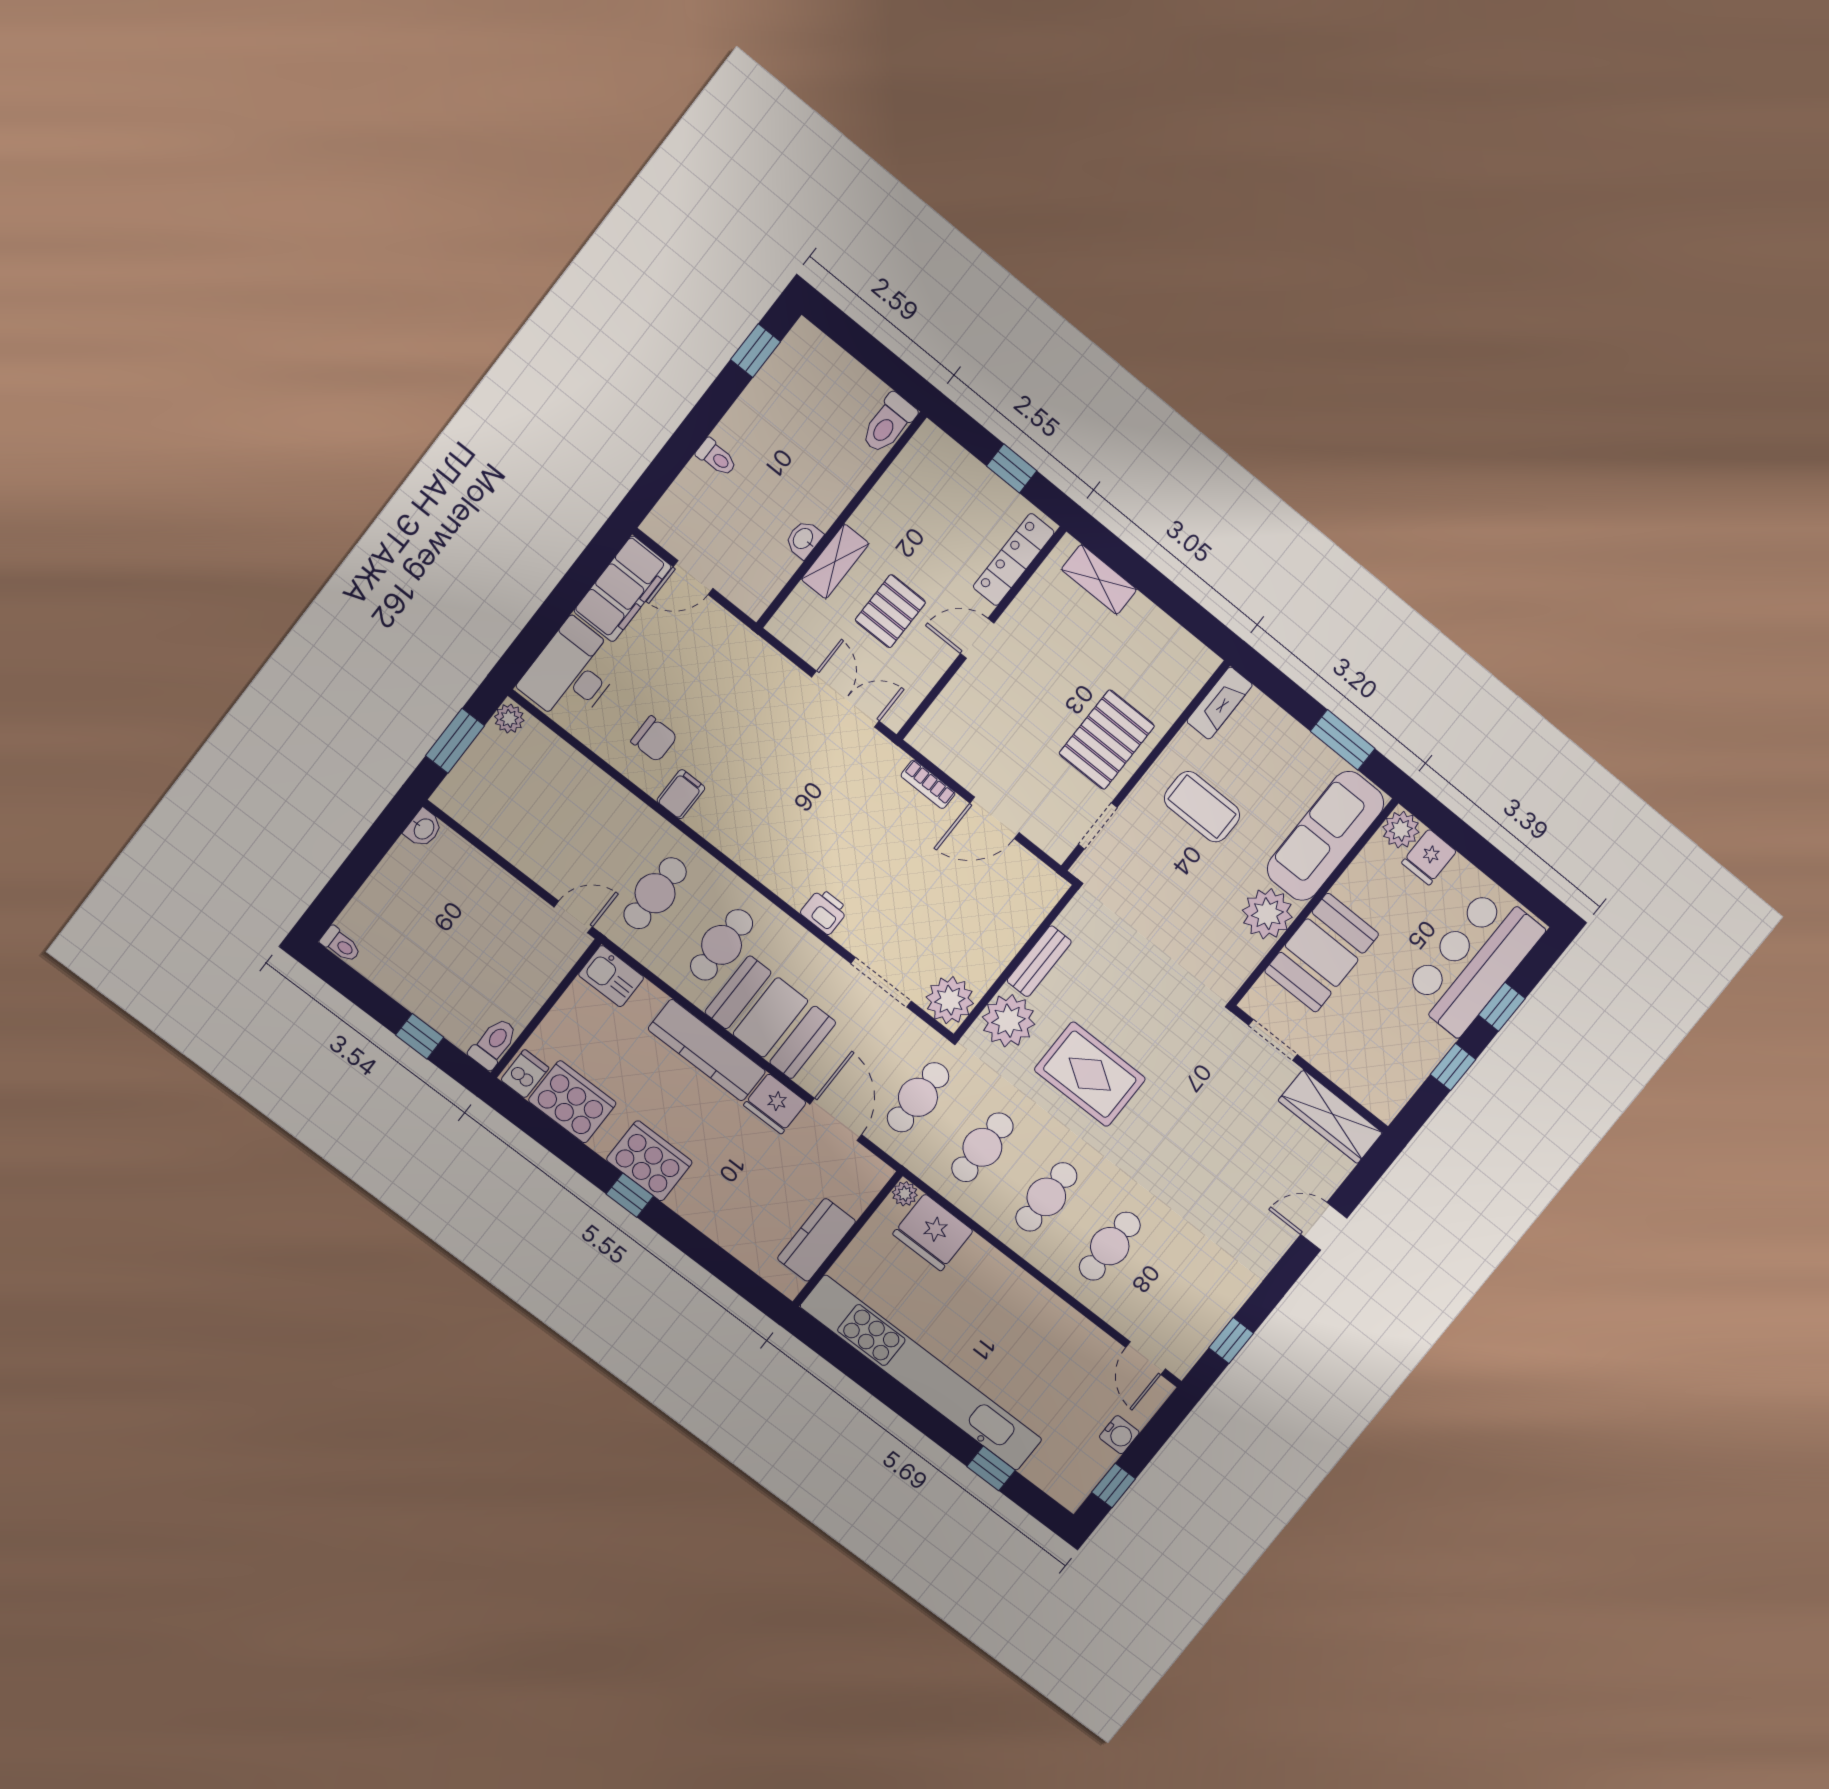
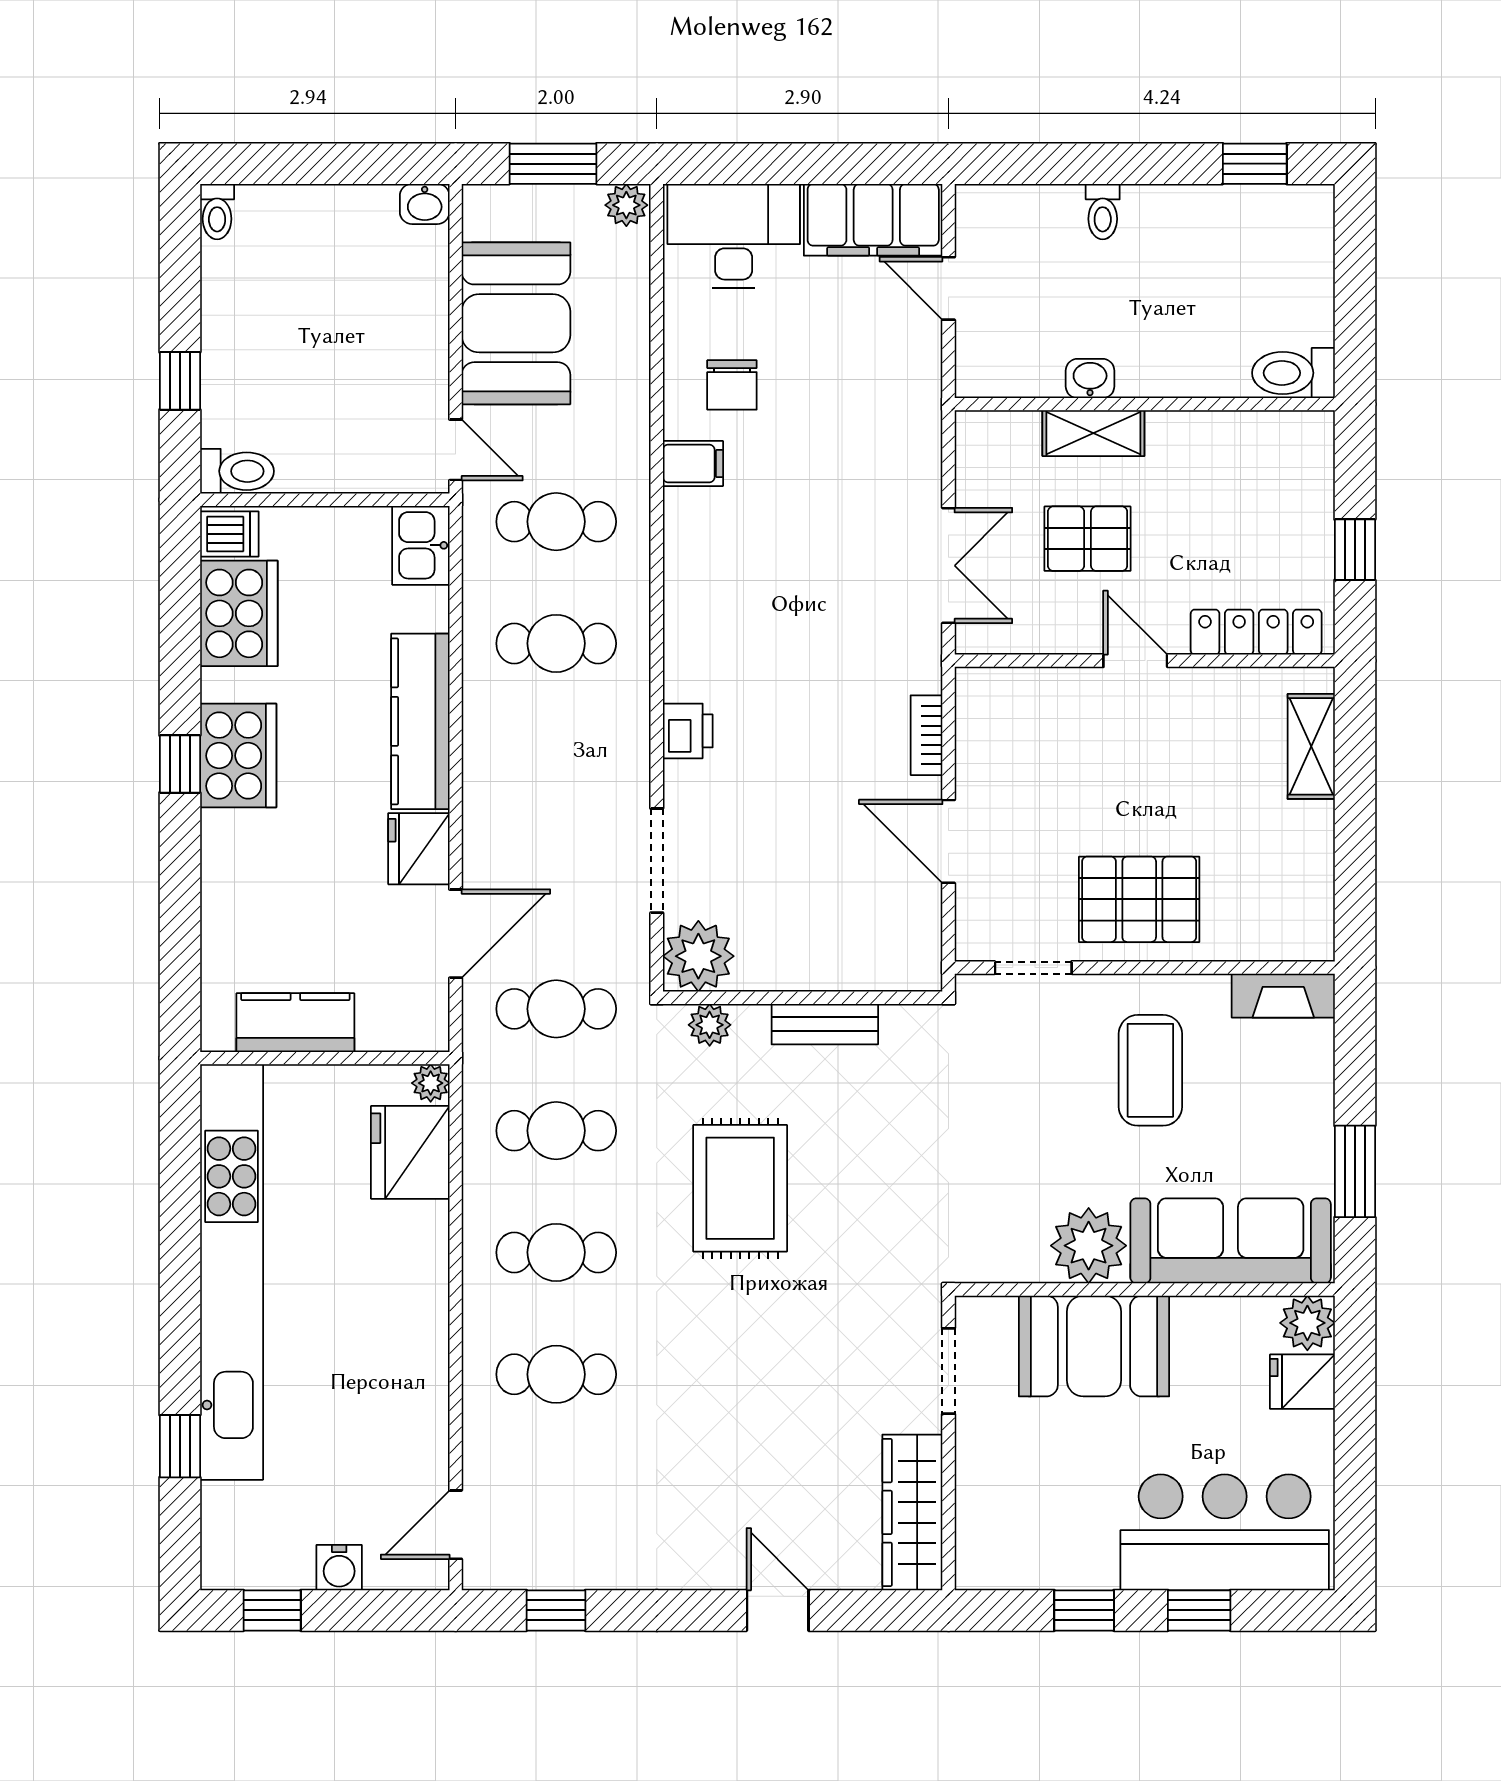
booth: (770, 1017) -> (516, 323), moved
plant: (1008, 1021) -> (710, 1025), width x0.53, depth x0.53

